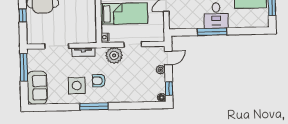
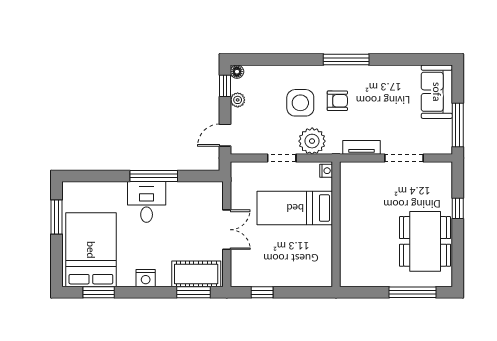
plant: (161, 70) -> (238, 100), moved
side table: (77, 85) -> (300, 103), moved

